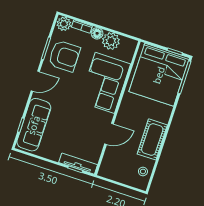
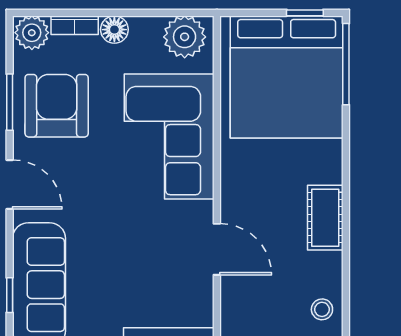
plant: (111, 41) -> (185, 37), moved
armchair: (64, 56) -> (57, 106), turned -90
door: (35, 81) -> (10, 185), hinge flipped
door: (109, 134) -> (217, 249), hinge flipped
cot: (152, 139) -> (325, 218), width x0.73, depth x0.75

